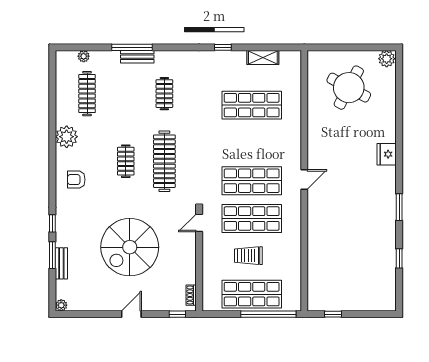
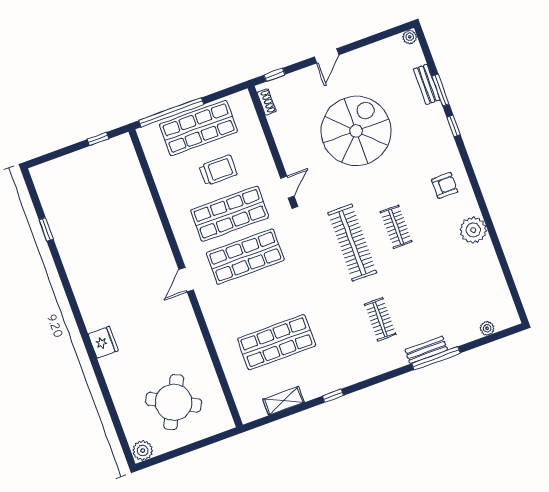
clothes rail: (87, 94) -> (468, 287), removed
window: (399, 207) -> (67, 287), removed

